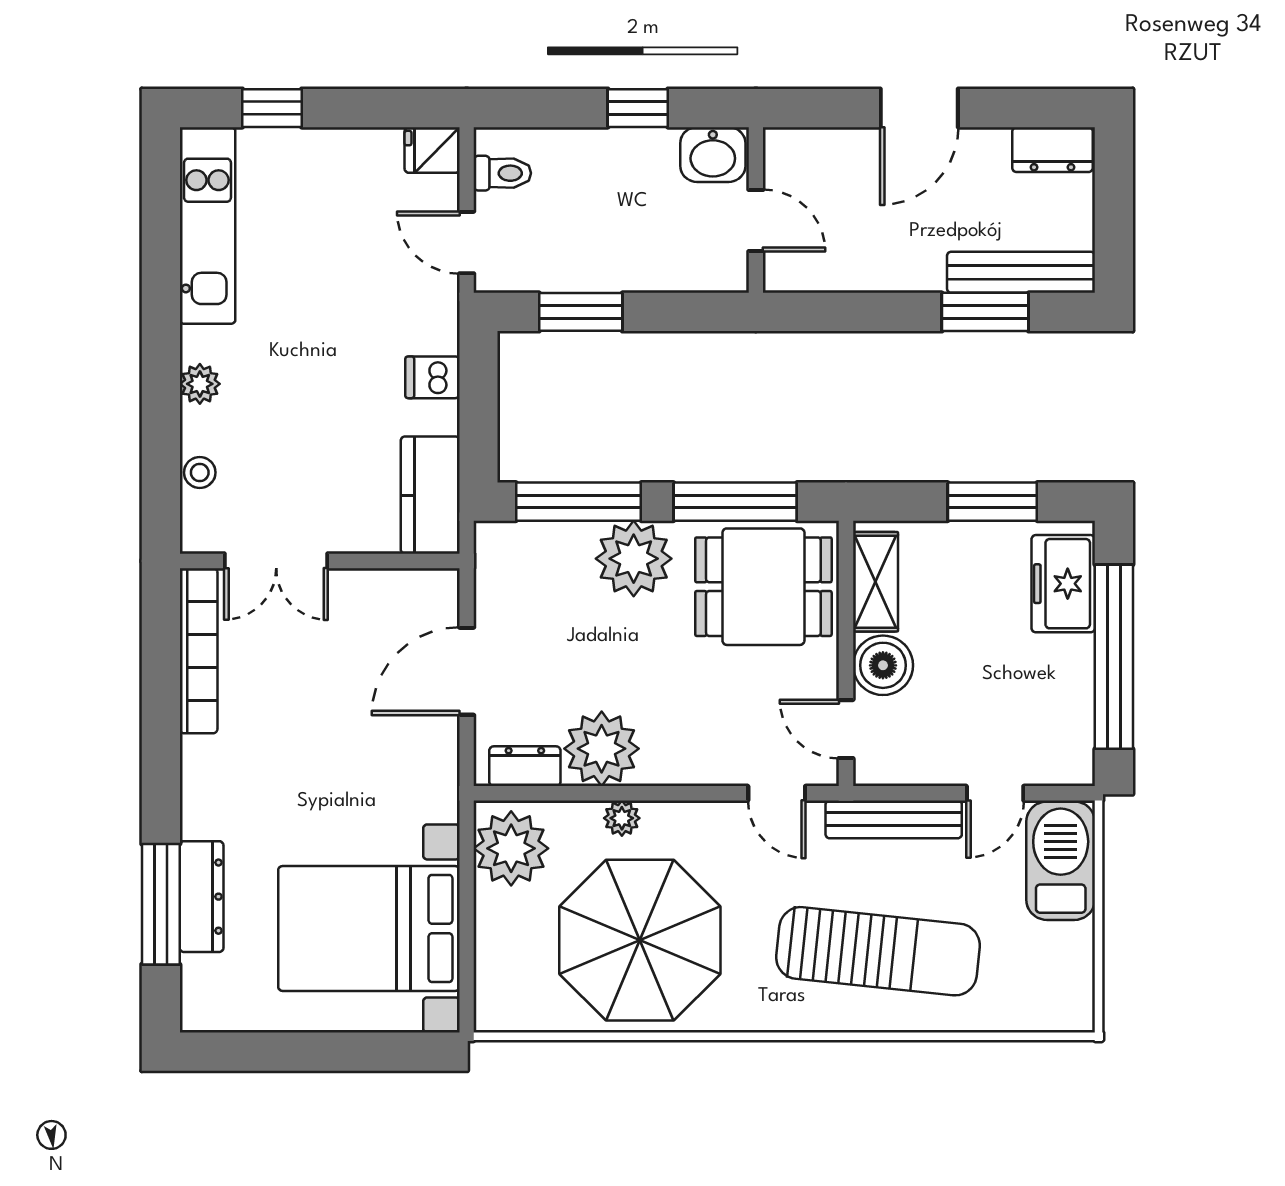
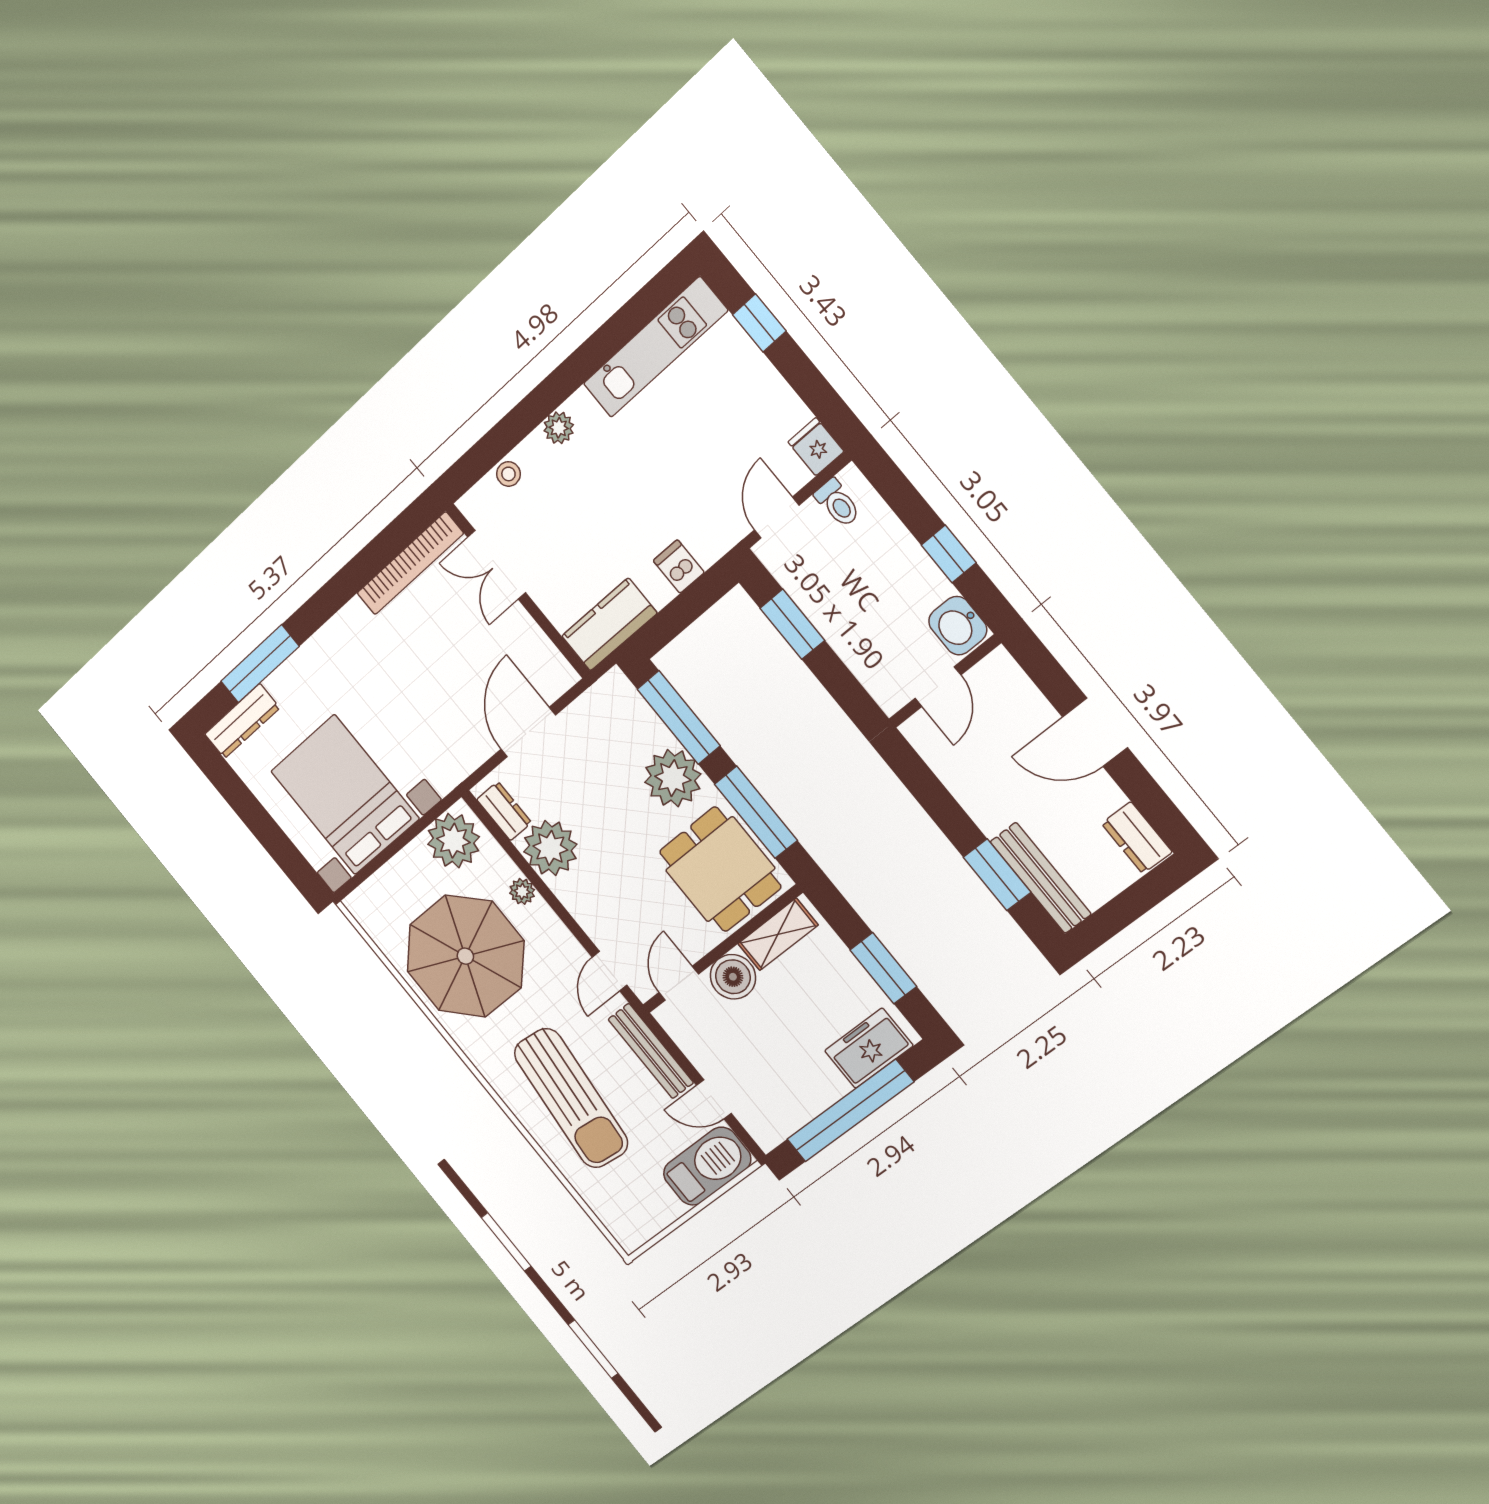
door: (467, 671) -> (528, 732), hinge flipped
dresser: (202, 897) -> (242, 721), moved

